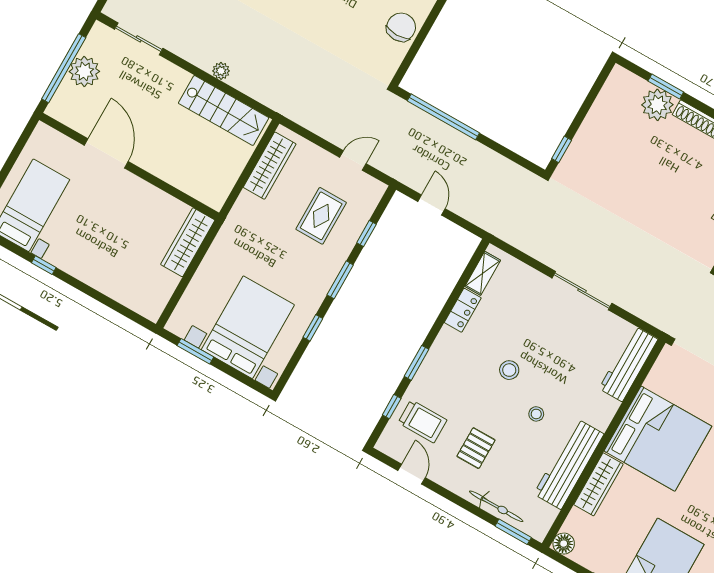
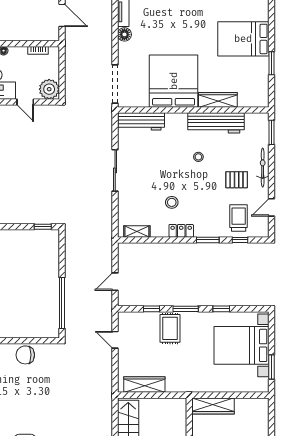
rug: (321, 216) -> (170, 328), moved, turned 90
locker: (463, 310) -> (181, 231), moved
stool: (509, 370) -> (172, 202), moved
bicycle: (496, 506) -> (263, 168), moved
floor lamp: (564, 544) -> (262, 100), removed

